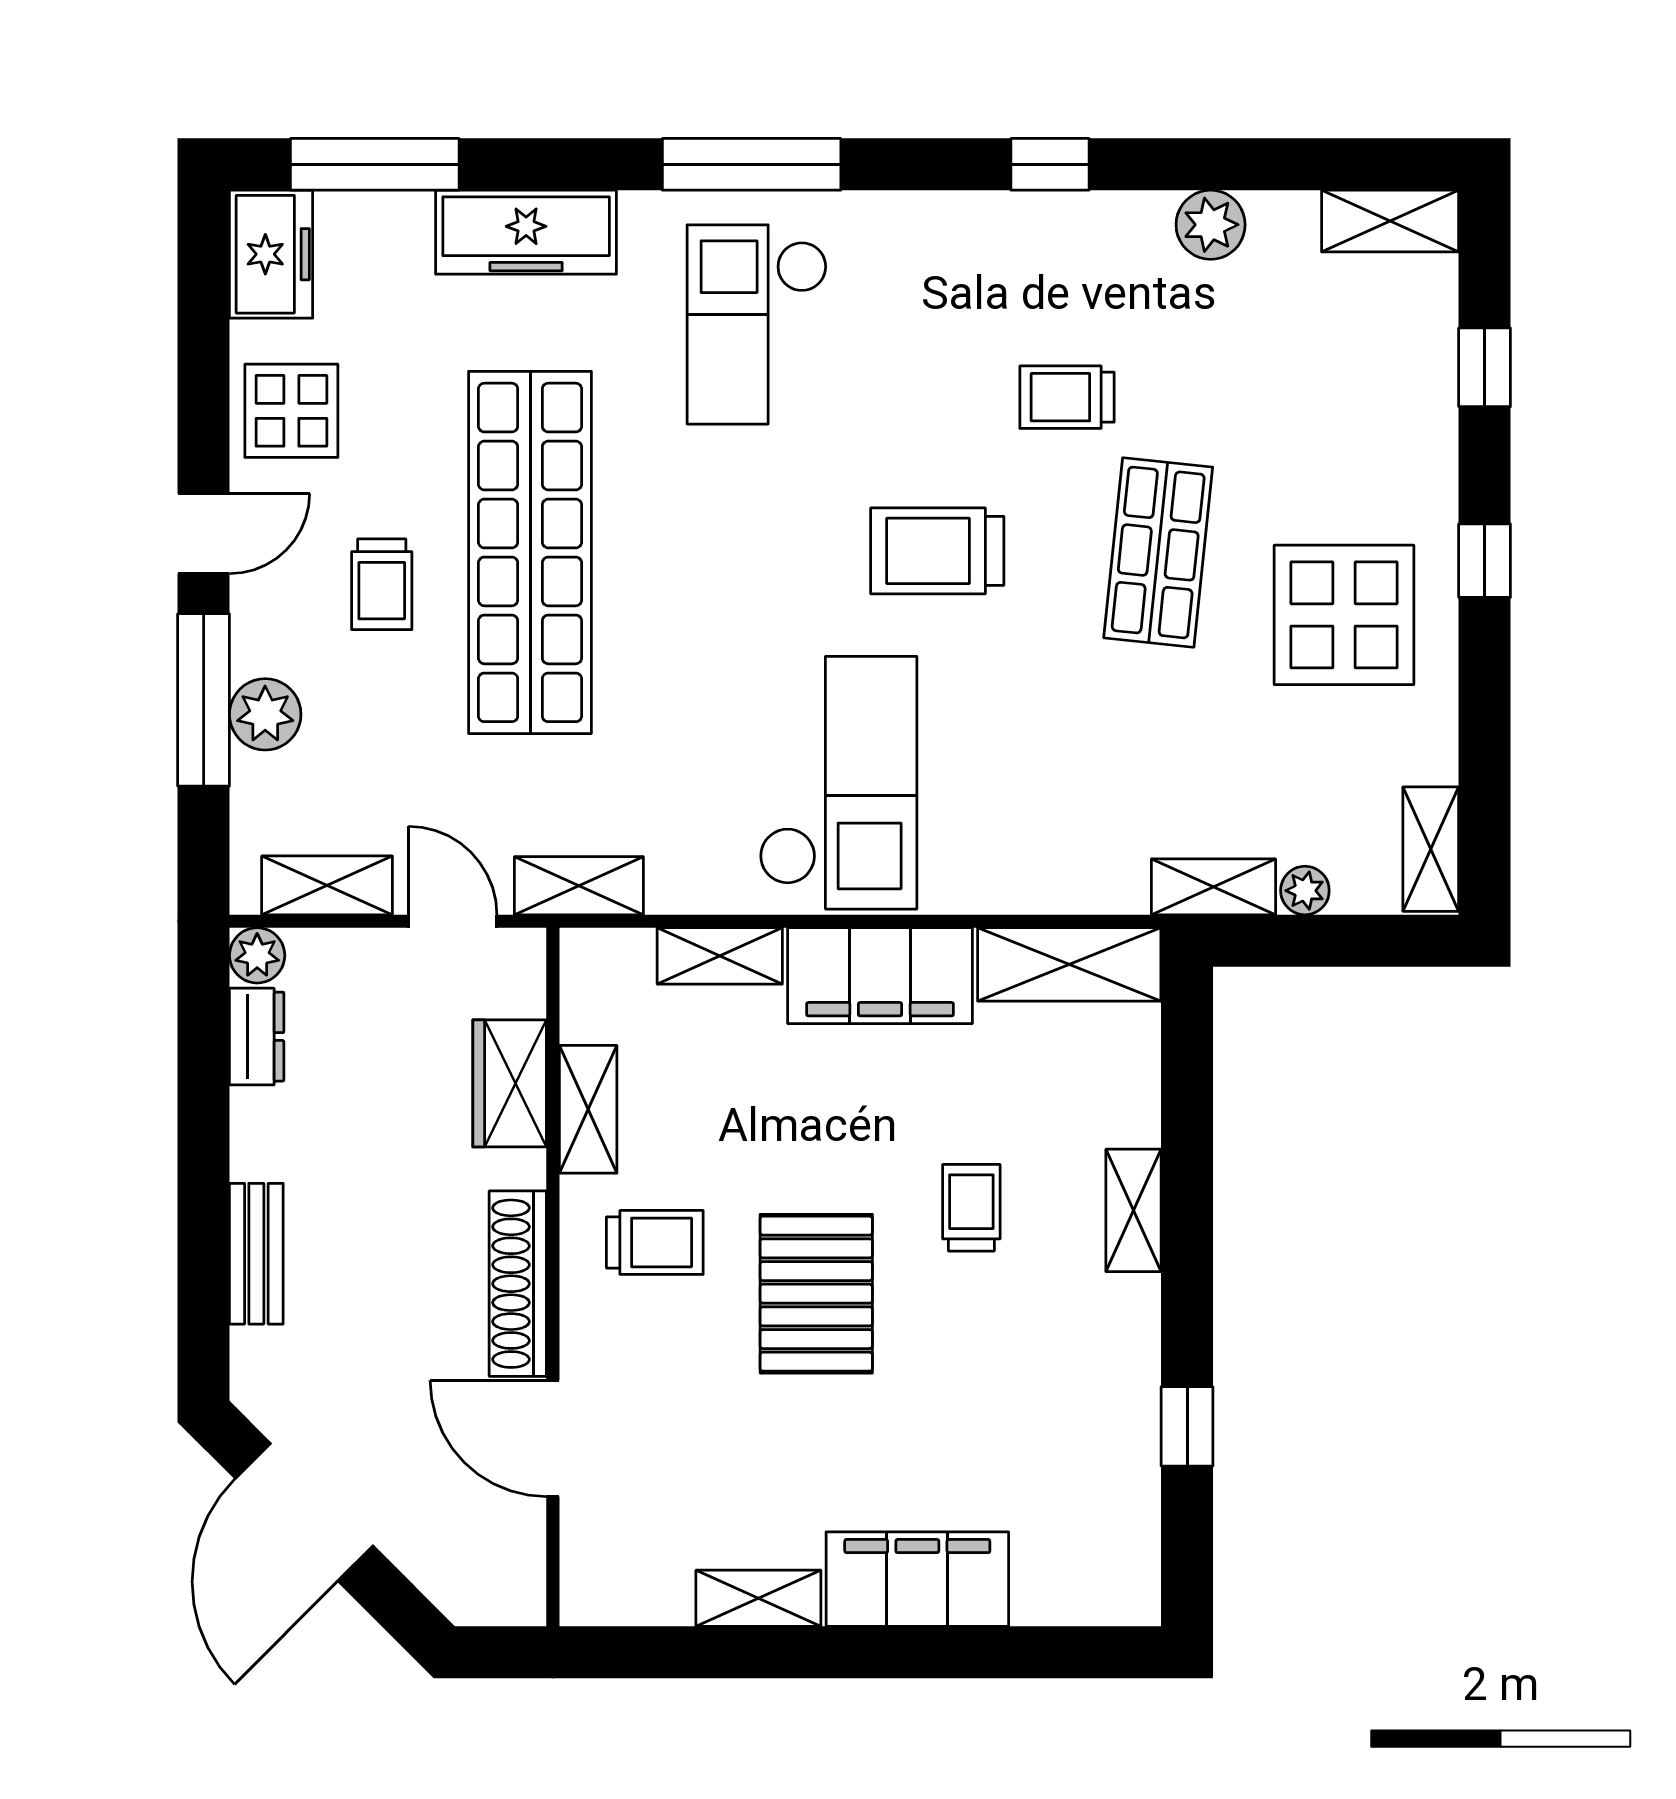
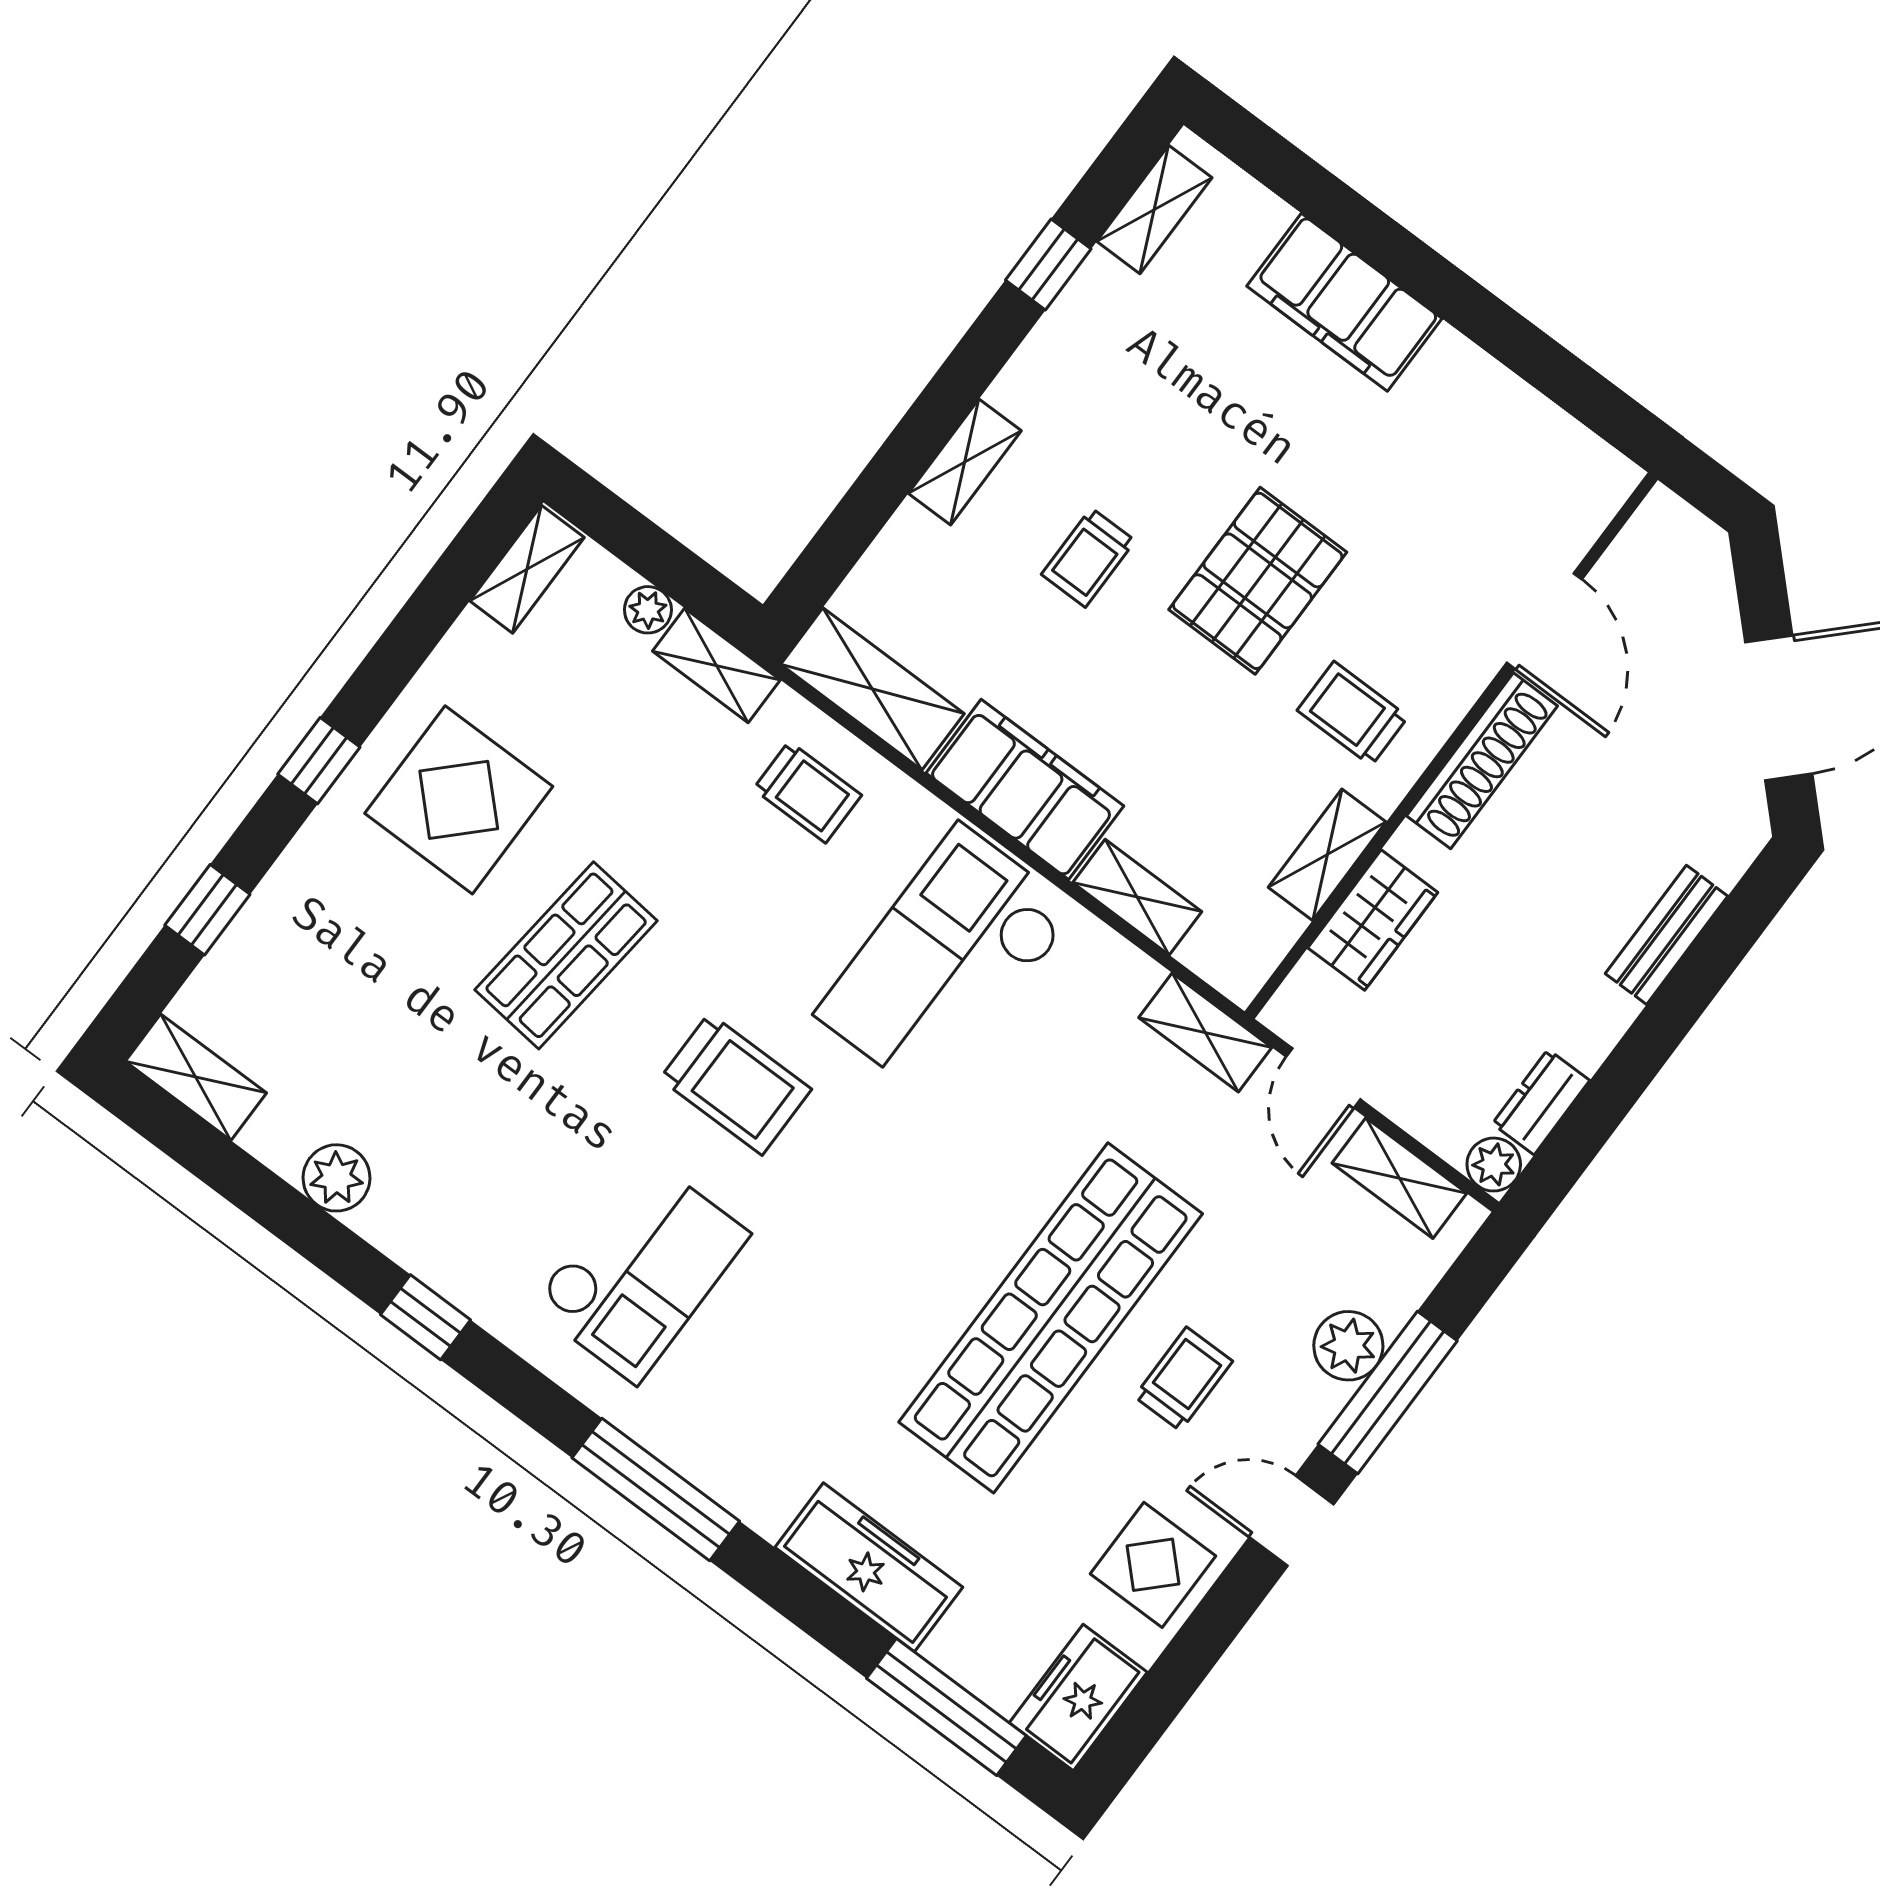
checkout: (757, 324) -> (641, 1270), moved
trolley: (1067, 397) -> (807, 792), moved
shelving: (758, 1598) -> (1154, 210), moved, turned 90

